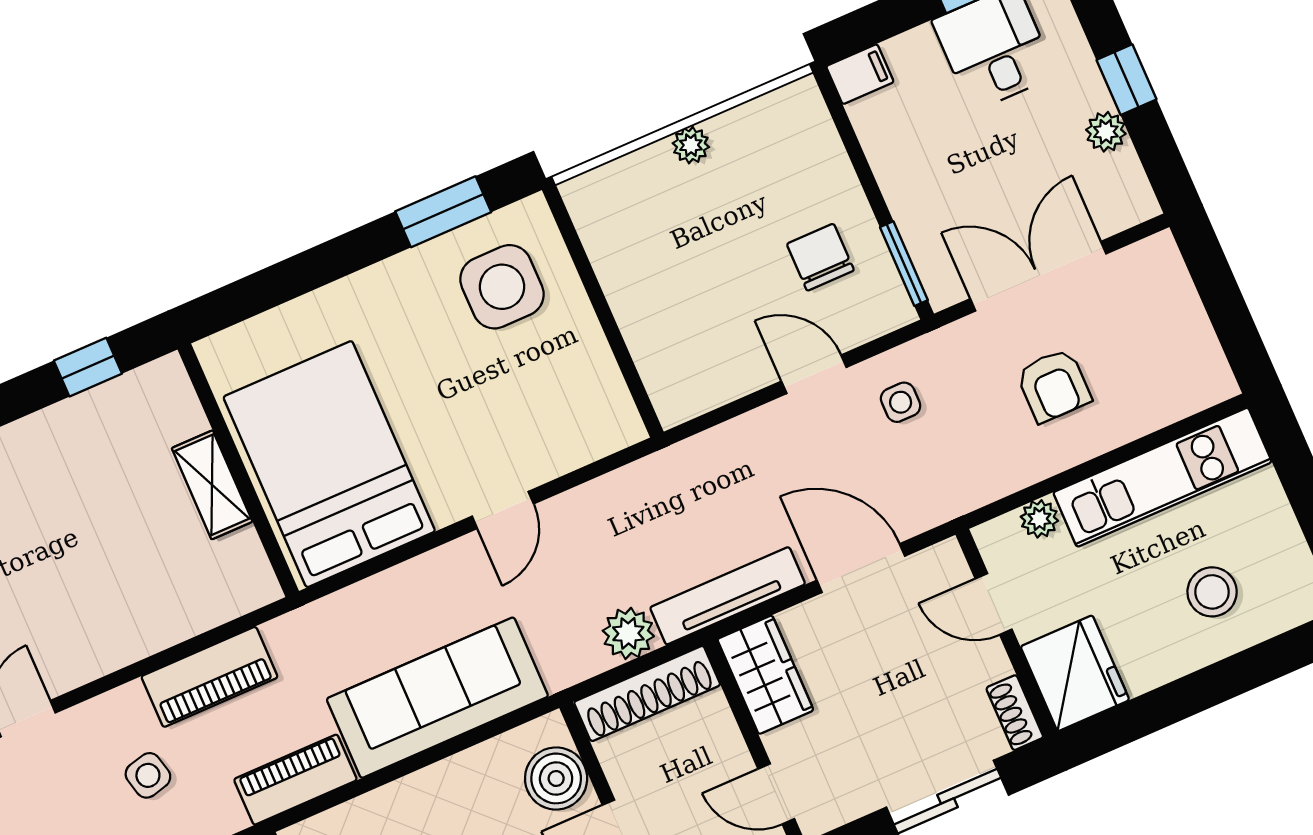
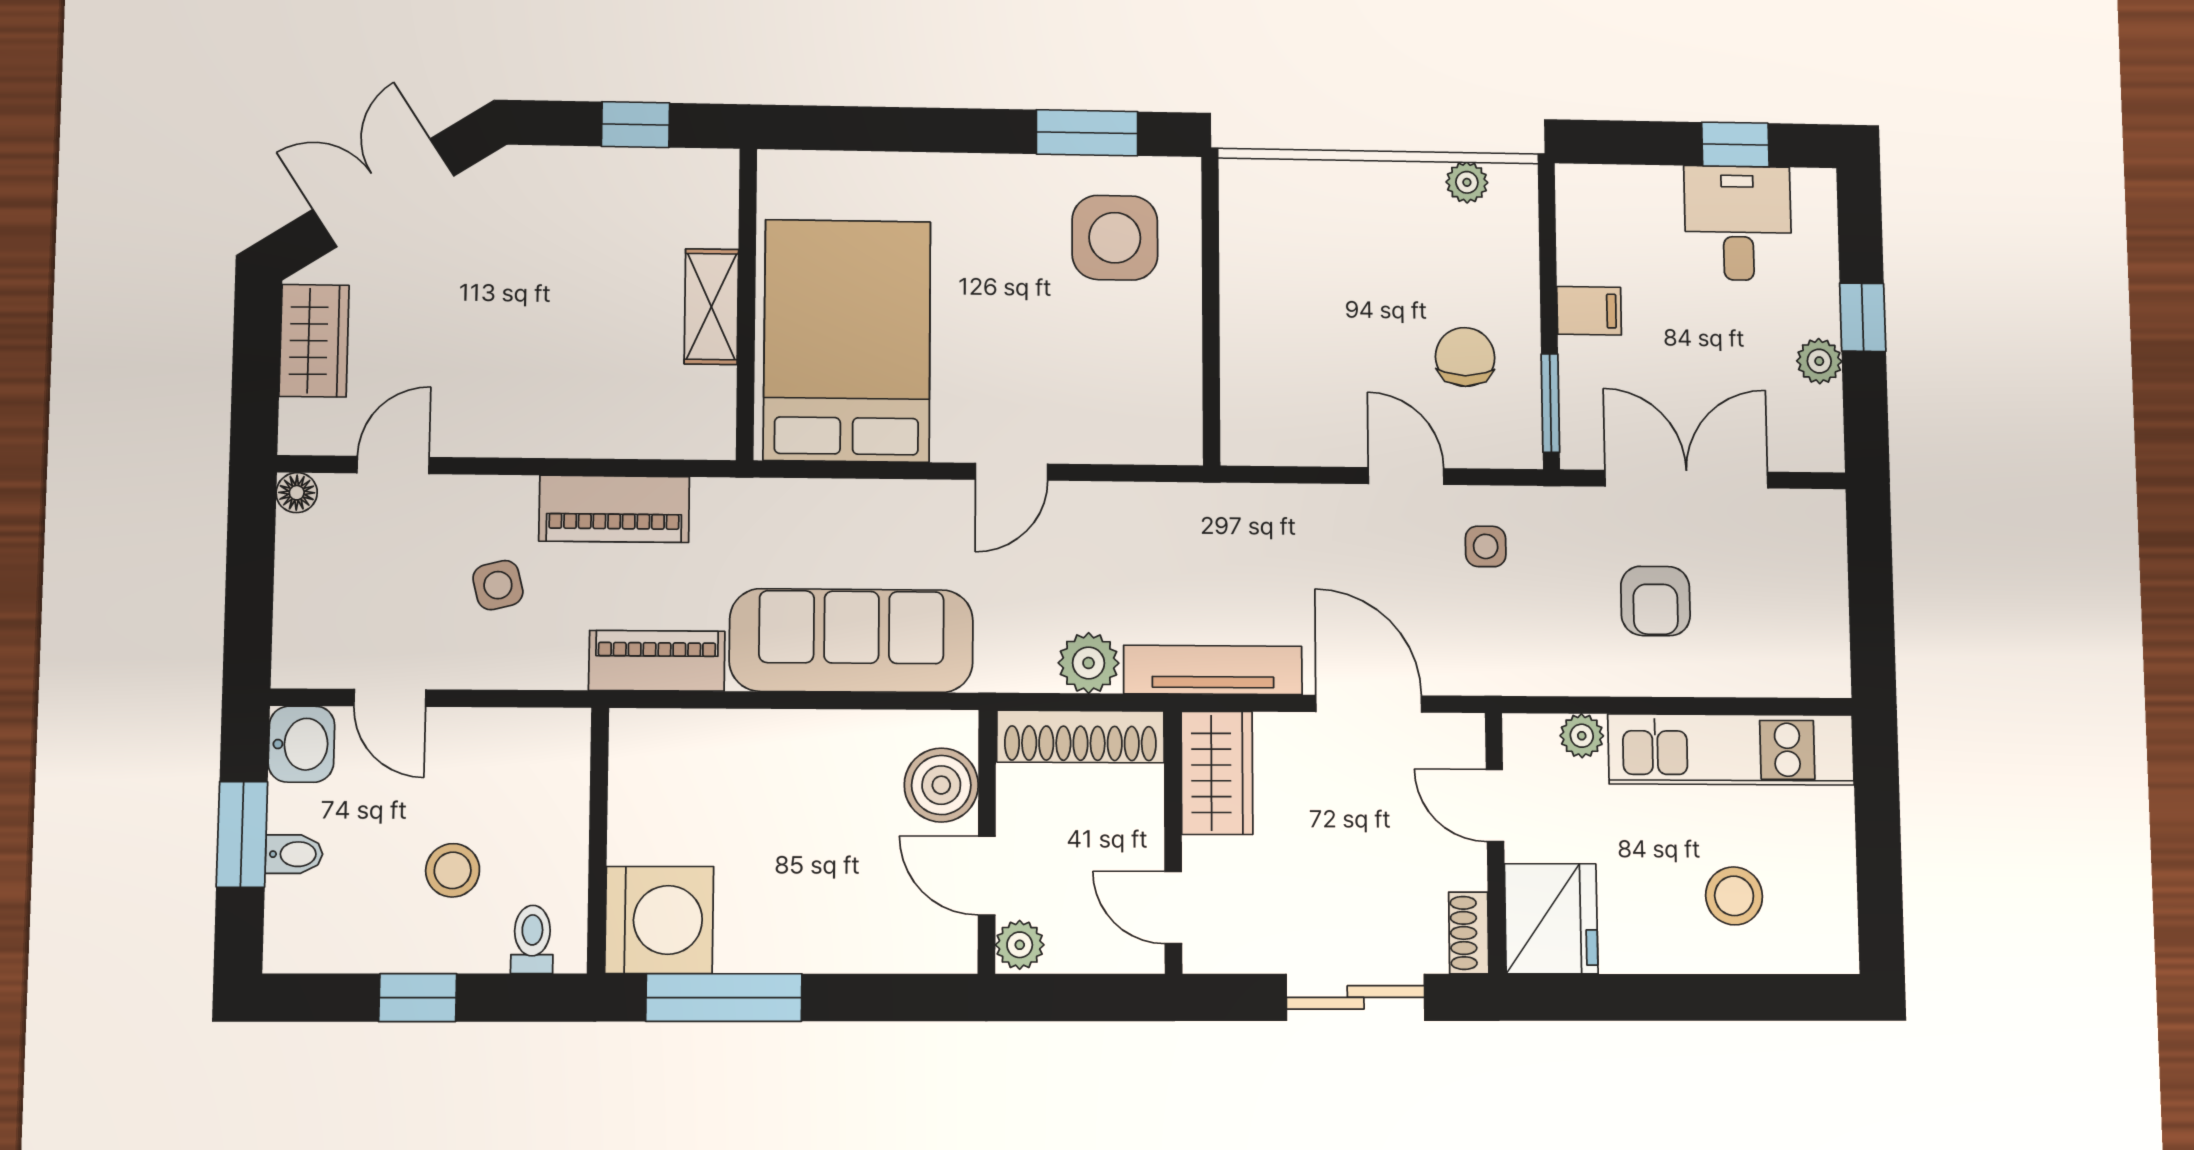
filing cabinet: (860, 74) -> (1589, 311), moved
plant: (691, 145) -> (1467, 182), moved

